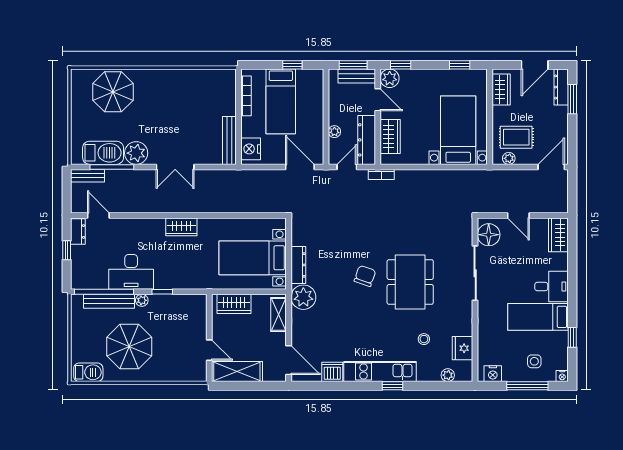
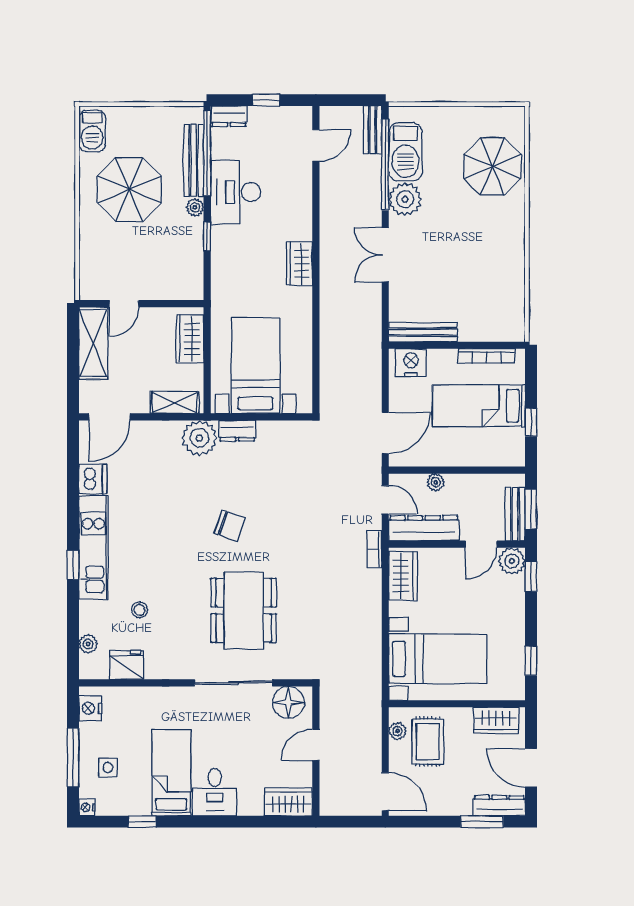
wardrobe: (390, 136) -> (403, 576), moved, turned -90
window: (112, 167) -> (385, 165), width x1.46
dresser: (78, 231) -> (229, 116), moved
dresser: (298, 265) -> (237, 431), width x0.70
dining table: (410, 282) -> (244, 610), moved, turned 90

